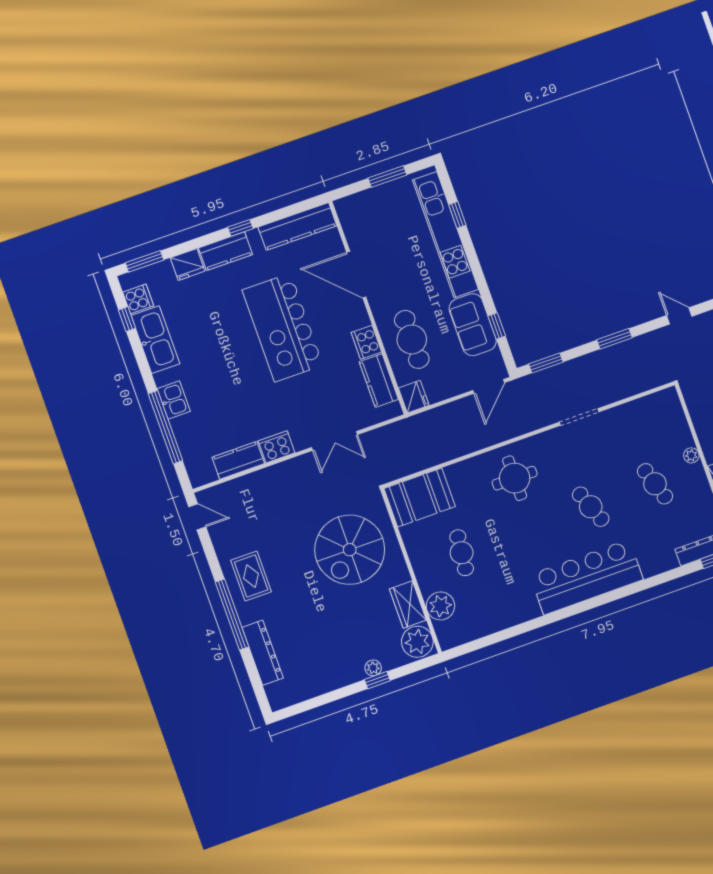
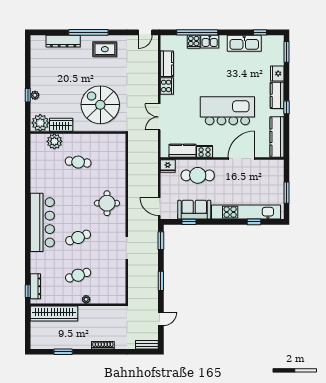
cooker: (138, 299) -> (194, 42), moved
booth: (420, 497) -> (114, 150), removed

